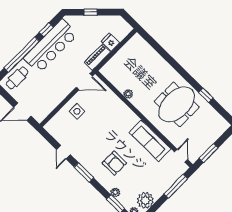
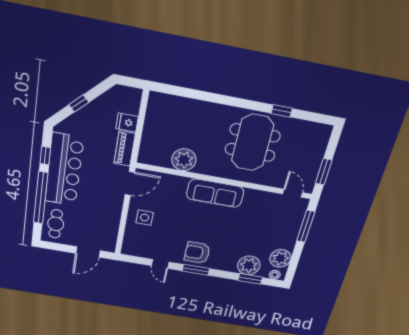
plant: (128, 94) -> (184, 160), width x1.88, depth x1.88
sofa: (150, 141) -> (215, 193), moved
armchair: (114, 163) -> (197, 253), moved, turned 180
plant: (115, 192) -> (249, 265), width x1.88, depth x1.88

